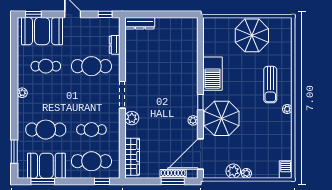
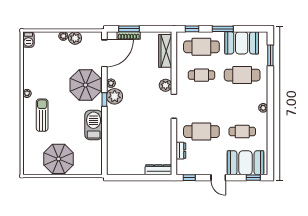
plant: (189, 106) -> (115, 96), added
window: (43, 181) -> (223, 29), moved

